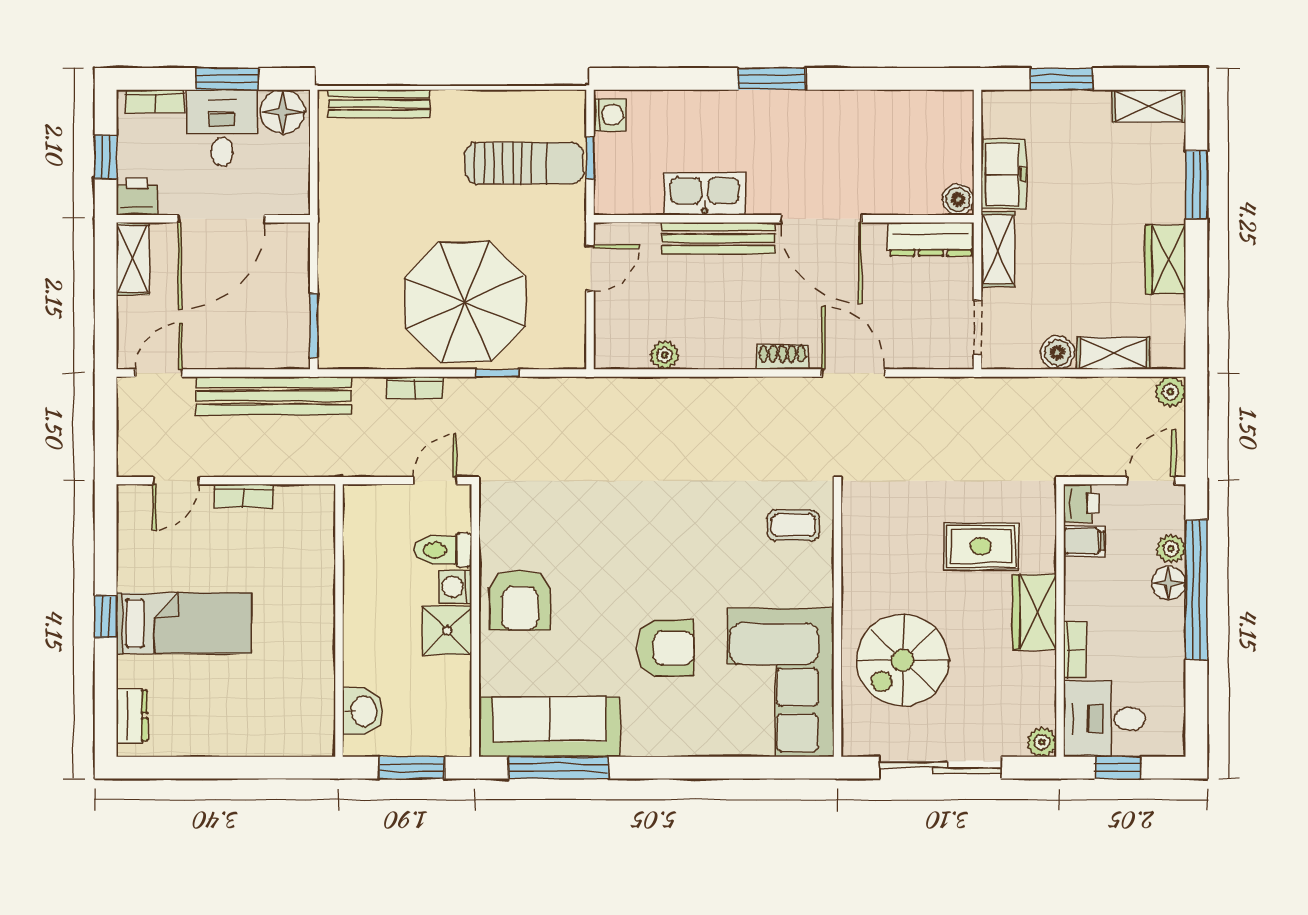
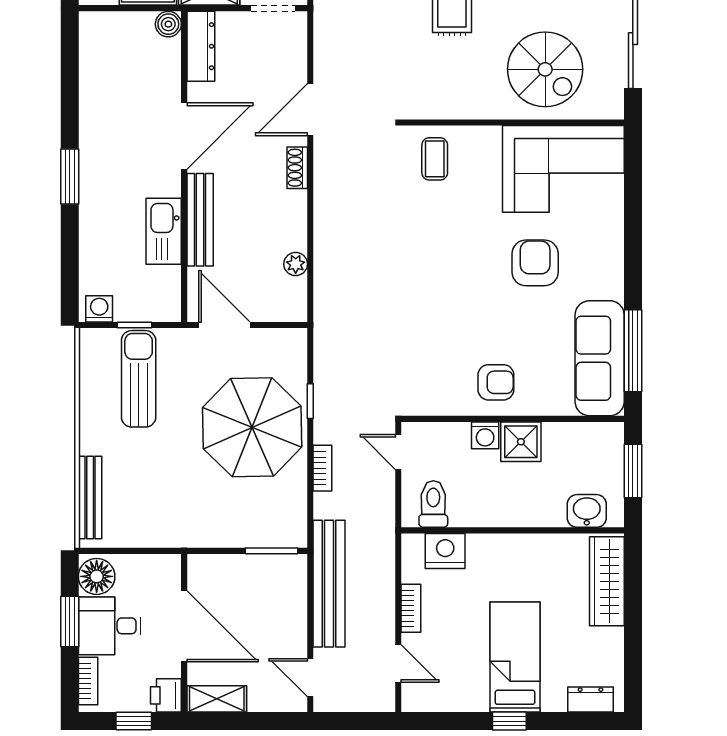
door: (590, 268) -> (224, 325), width x1.38
nightstand: (314, 538) -> (445, 551), added
toilet: (443, 550) -> (433, 504), moved, turned 180
armchair: (520, 600) -> (496, 382), width x0.72, depth x0.72
wardrobe: (277, 736) -> (607, 581), added

